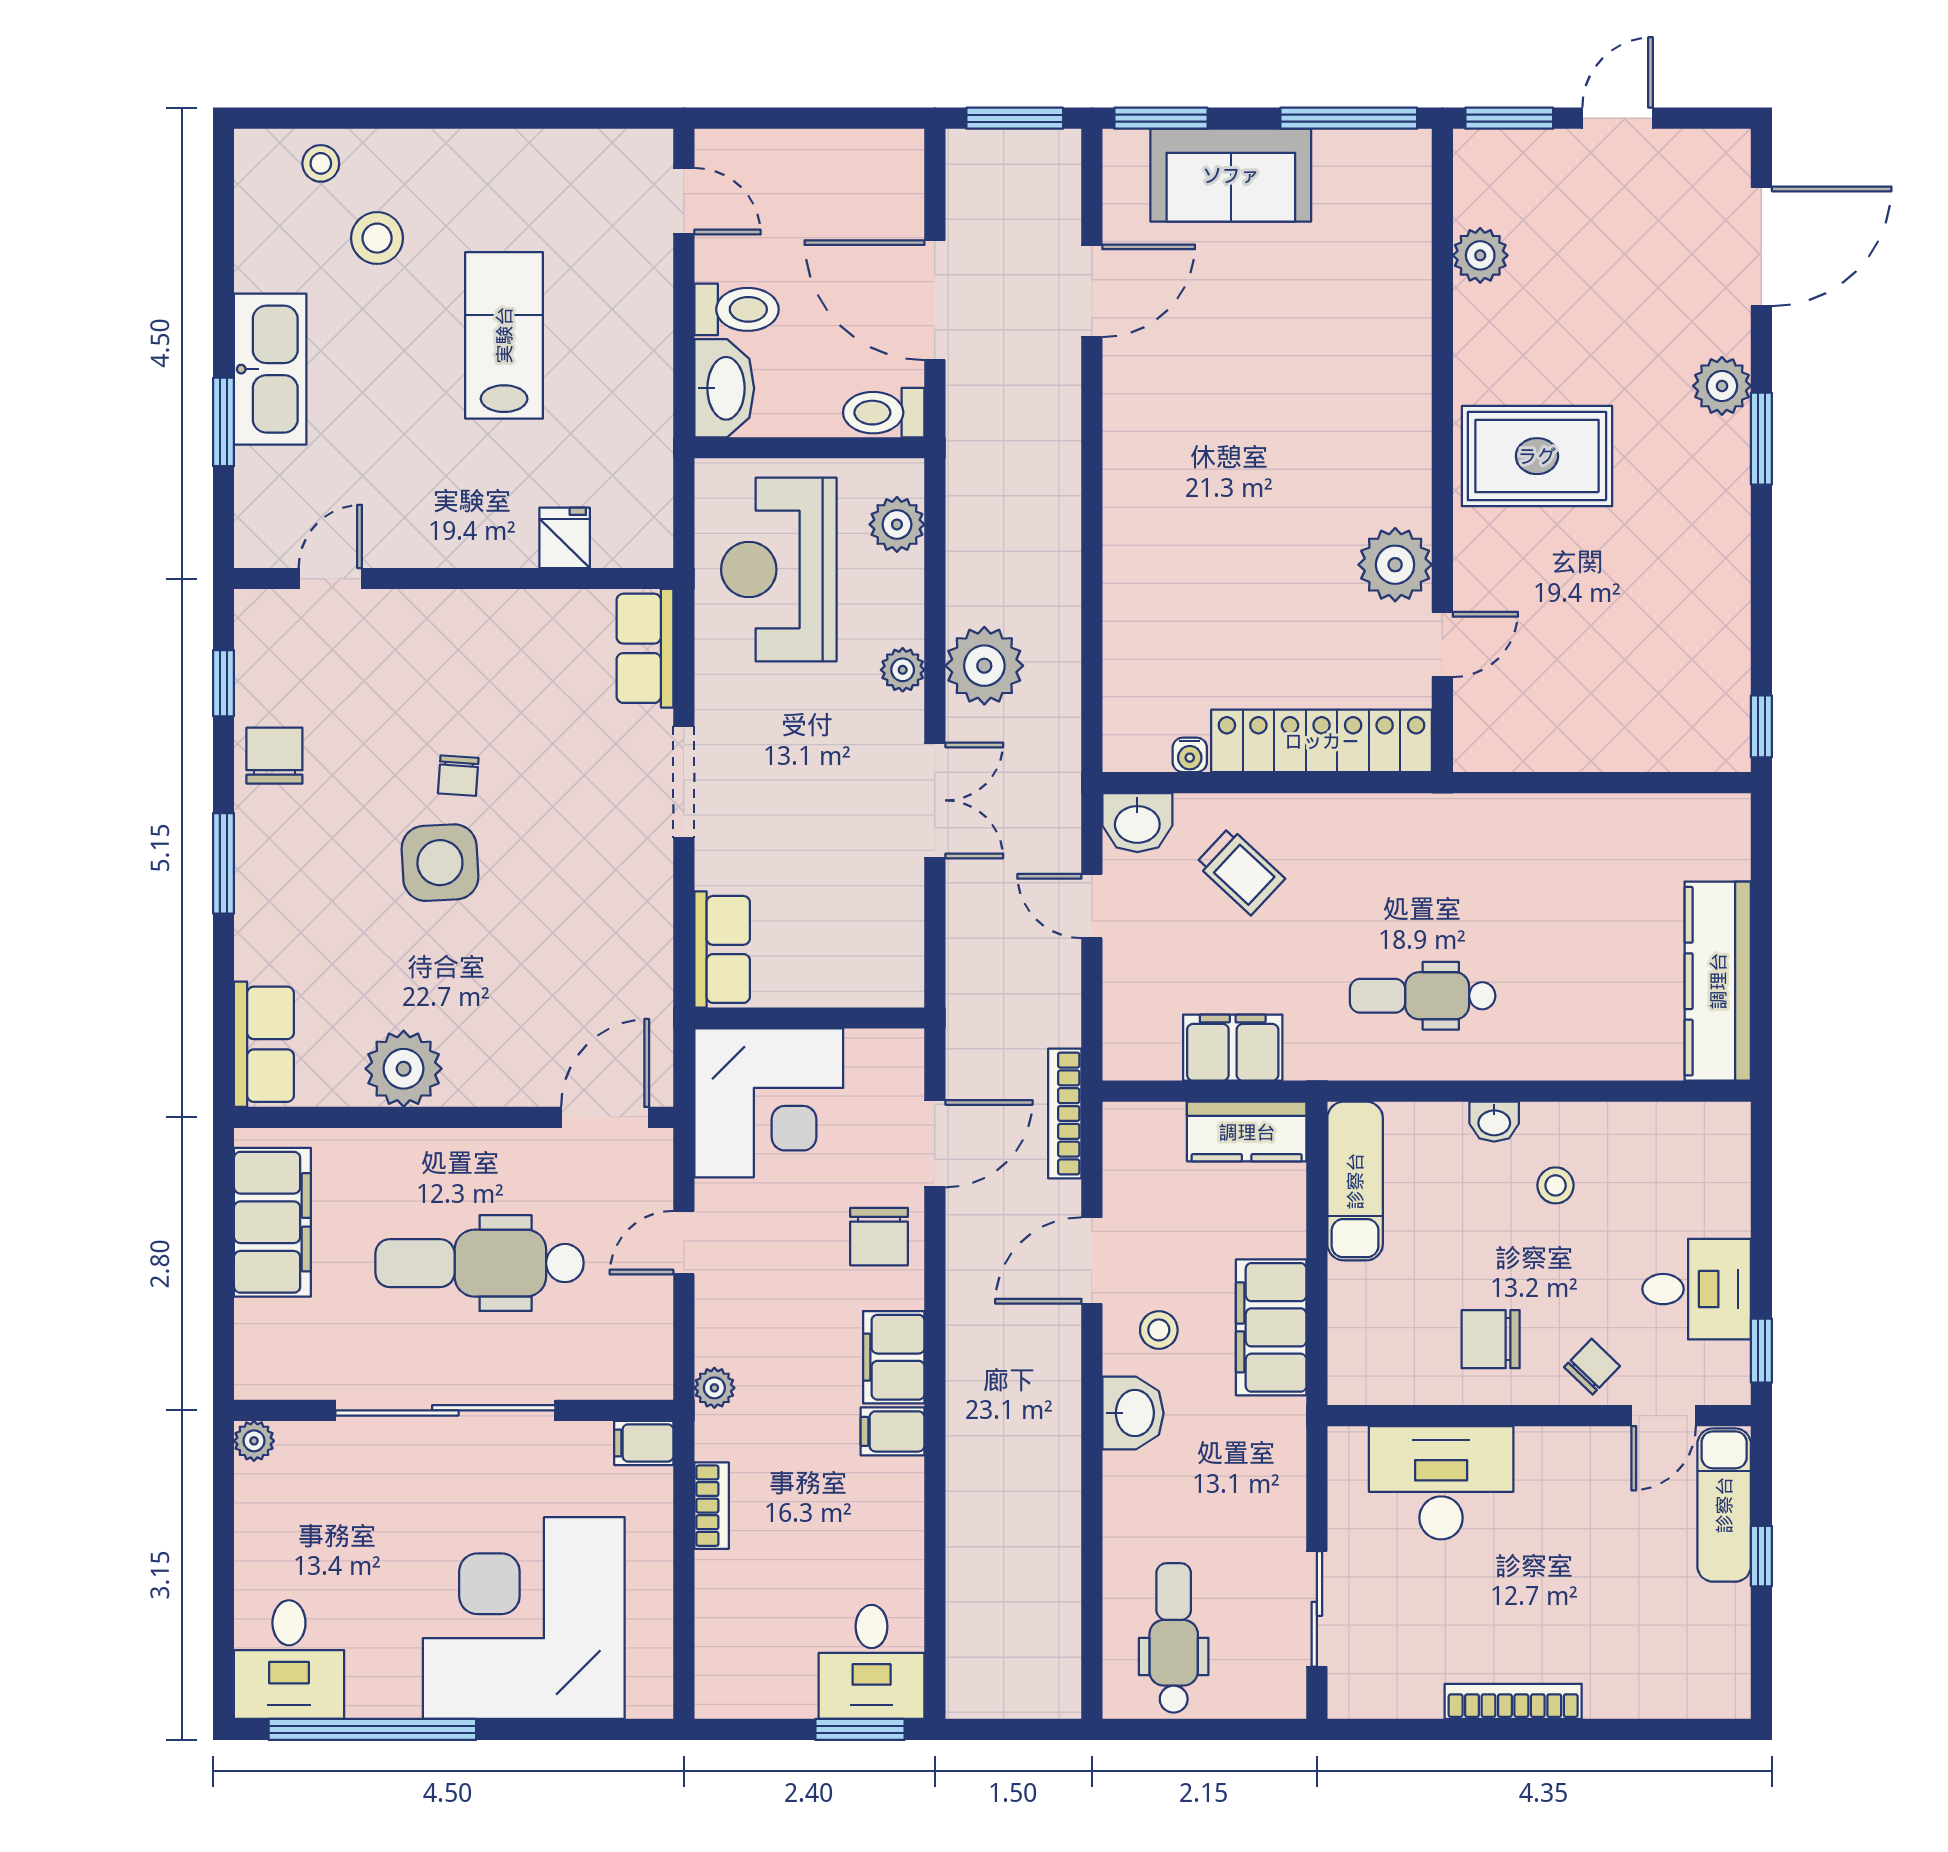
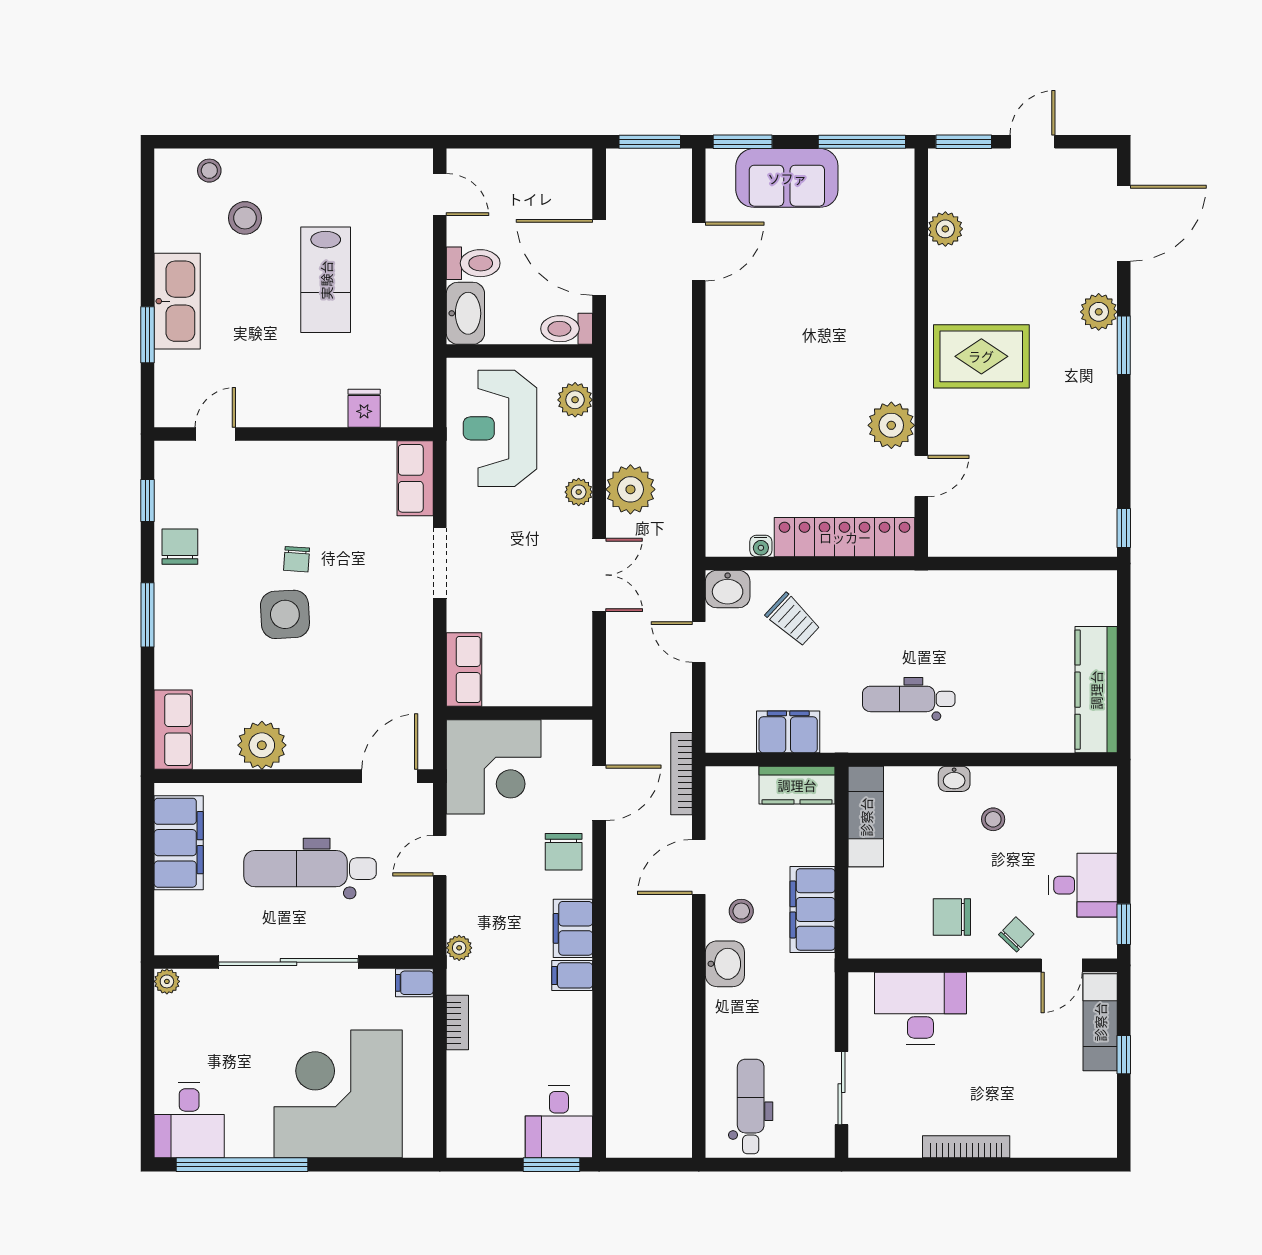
lab bench: (504, 335) -> (326, 280), turned 180

